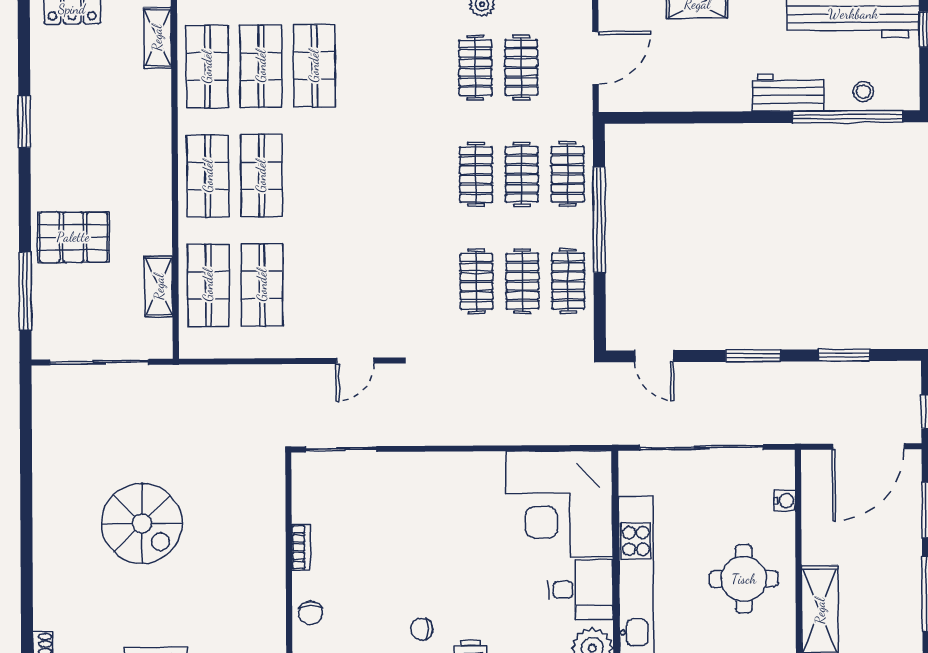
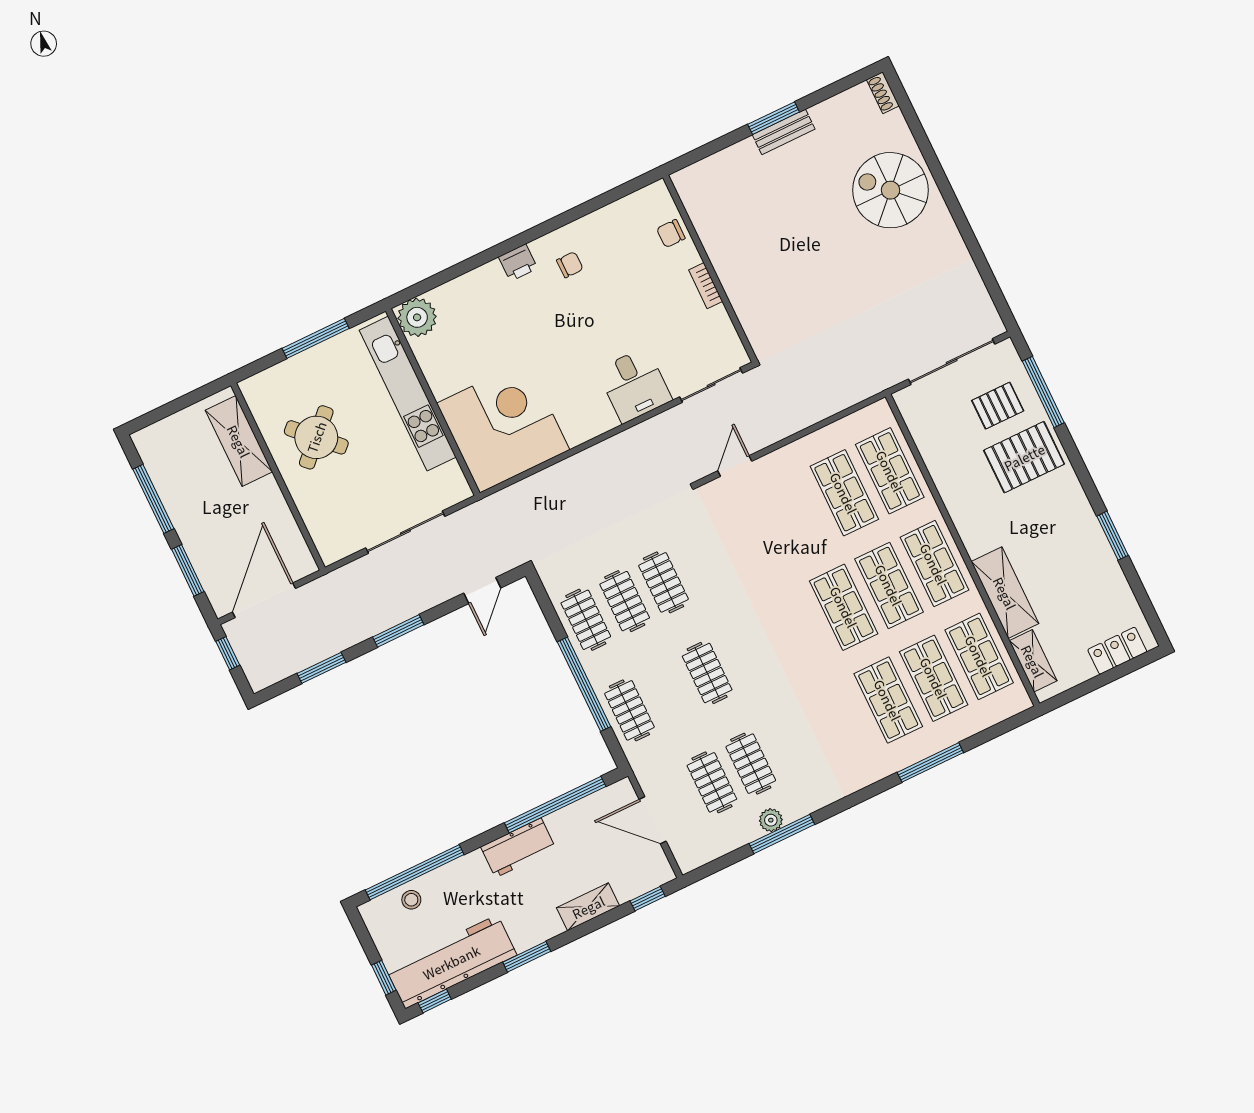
door: (595, 58) -> (653, 820), hinge flipped
workbench: (788, 93) -> (518, 848), moved
window: (682, 117) -> (555, 805), added
clothes rail: (522, 174) -> (668, 692), removed
shop shelf: (315, 175) -> (844, 607), added
shelving: (159, 287) -> (1005, 593), moved, width x1.50, depth x1.33
pallet: (75, 299) -> (998, 406), added
door: (654, 356) -> (482, 590), swing flipped
sliding door: (702, 447) -> (405, 532), width x0.73
water cooler: (785, 501) -> (313, 520), removed
spiral stairs: (142, 523) -> (890, 190), moved
round table: (744, 579) -> (316, 437), turned 45
desk: (581, 590) -> (635, 385), moved, turned -90
chair: (311, 613) -> (671, 233), turned -90

